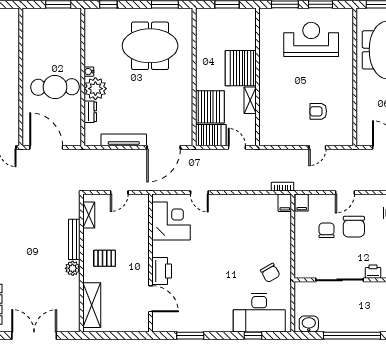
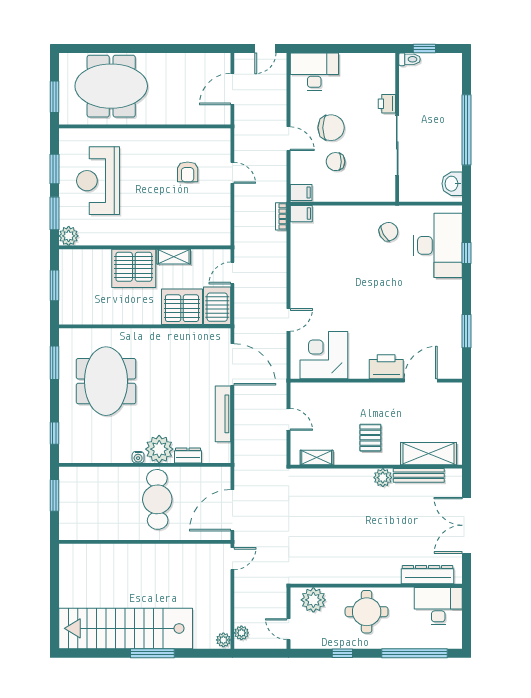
plant: (267, 16) -> (69, 236), added
bench: (74, 239) -> (419, 475), moved

